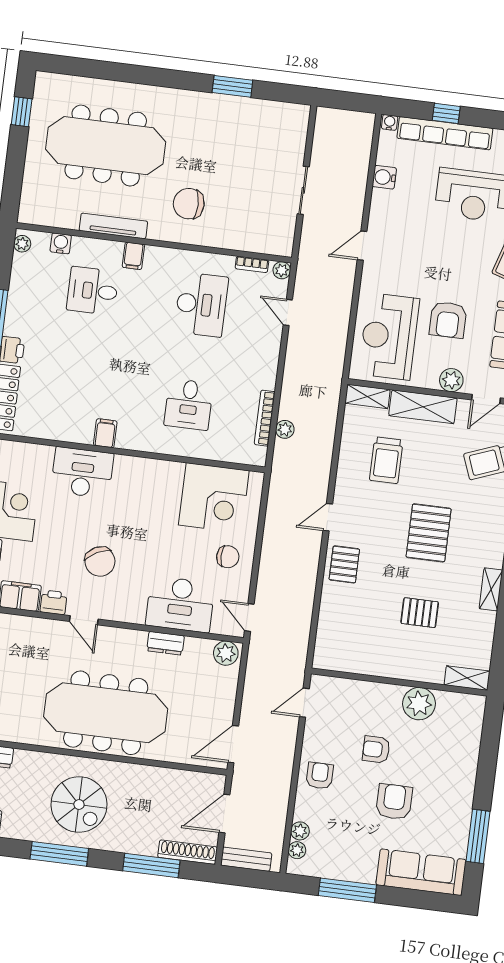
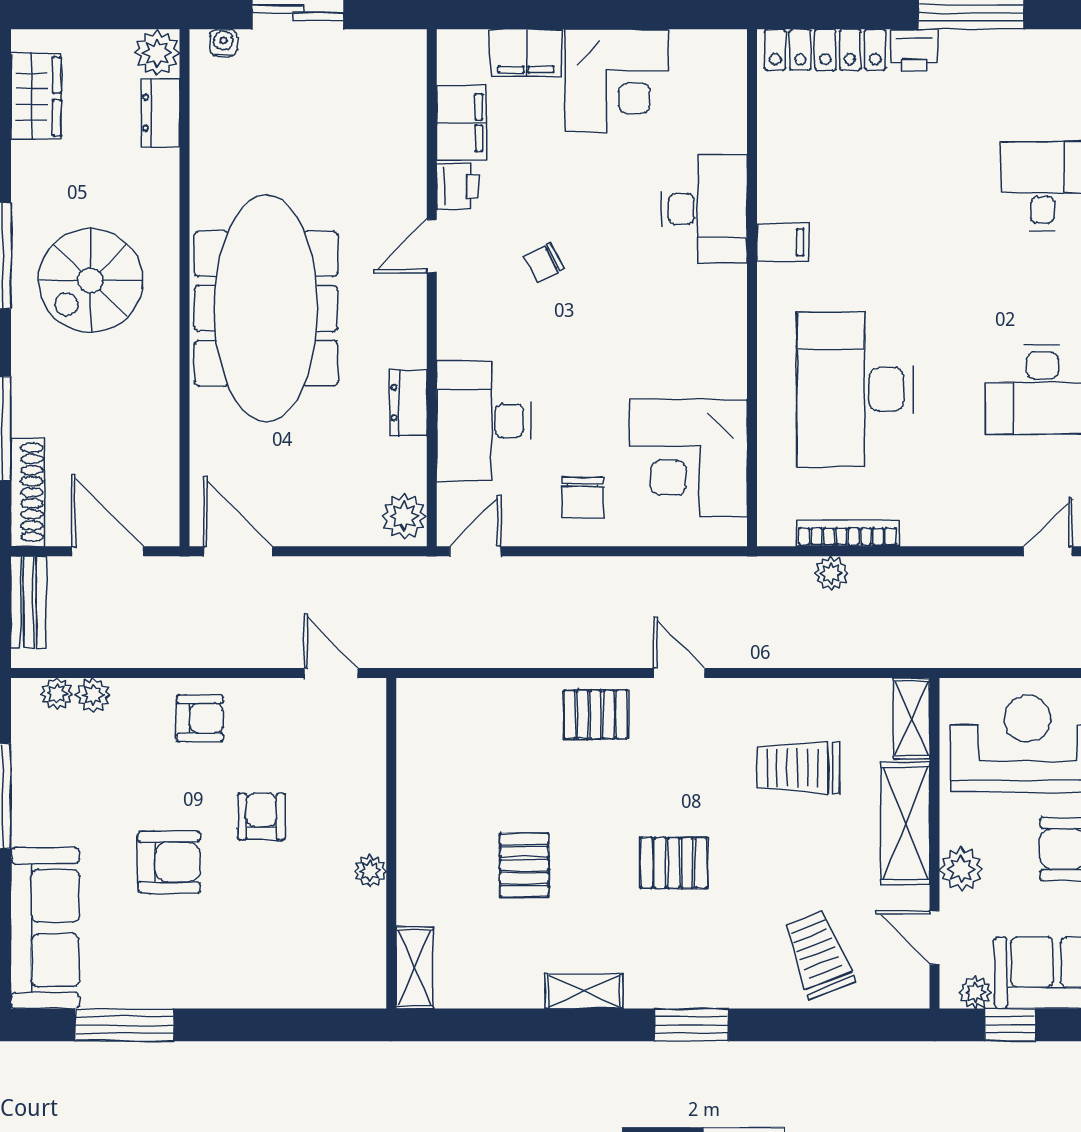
desk: (189, 404) -> (855, 390), width x1.87, depth x1.30
pallet: (429, 533) -> (674, 863), width x0.67, depth x0.71
chair: (100, 561) -> (544, 263), width x0.54, depth x0.54
plant: (419, 704) -> (370, 871), width x0.53, depth x0.53

